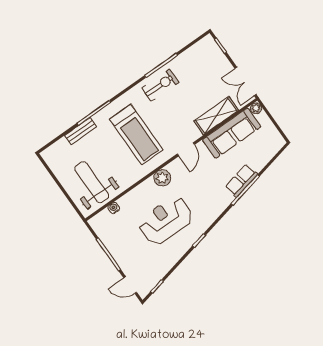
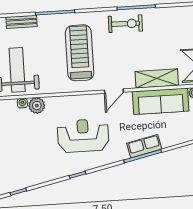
bench: (81, 131) -> (21, 22), moved
treadmill: (136, 134) -> (80, 53), turned 180
plant: (162, 178) -> (37, 106), moved
reception desk: (166, 221) -> (83, 136), moved

